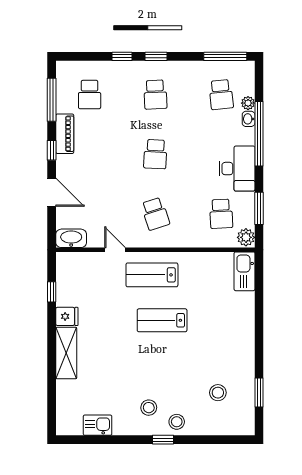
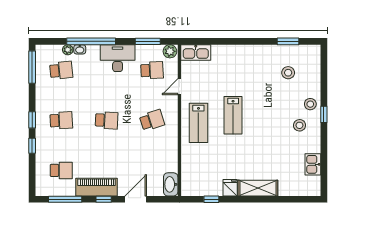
piano: (65, 134) -> (97, 187), width x1.37, depth x1.33
door: (115, 250) -> (179, 87), moved

